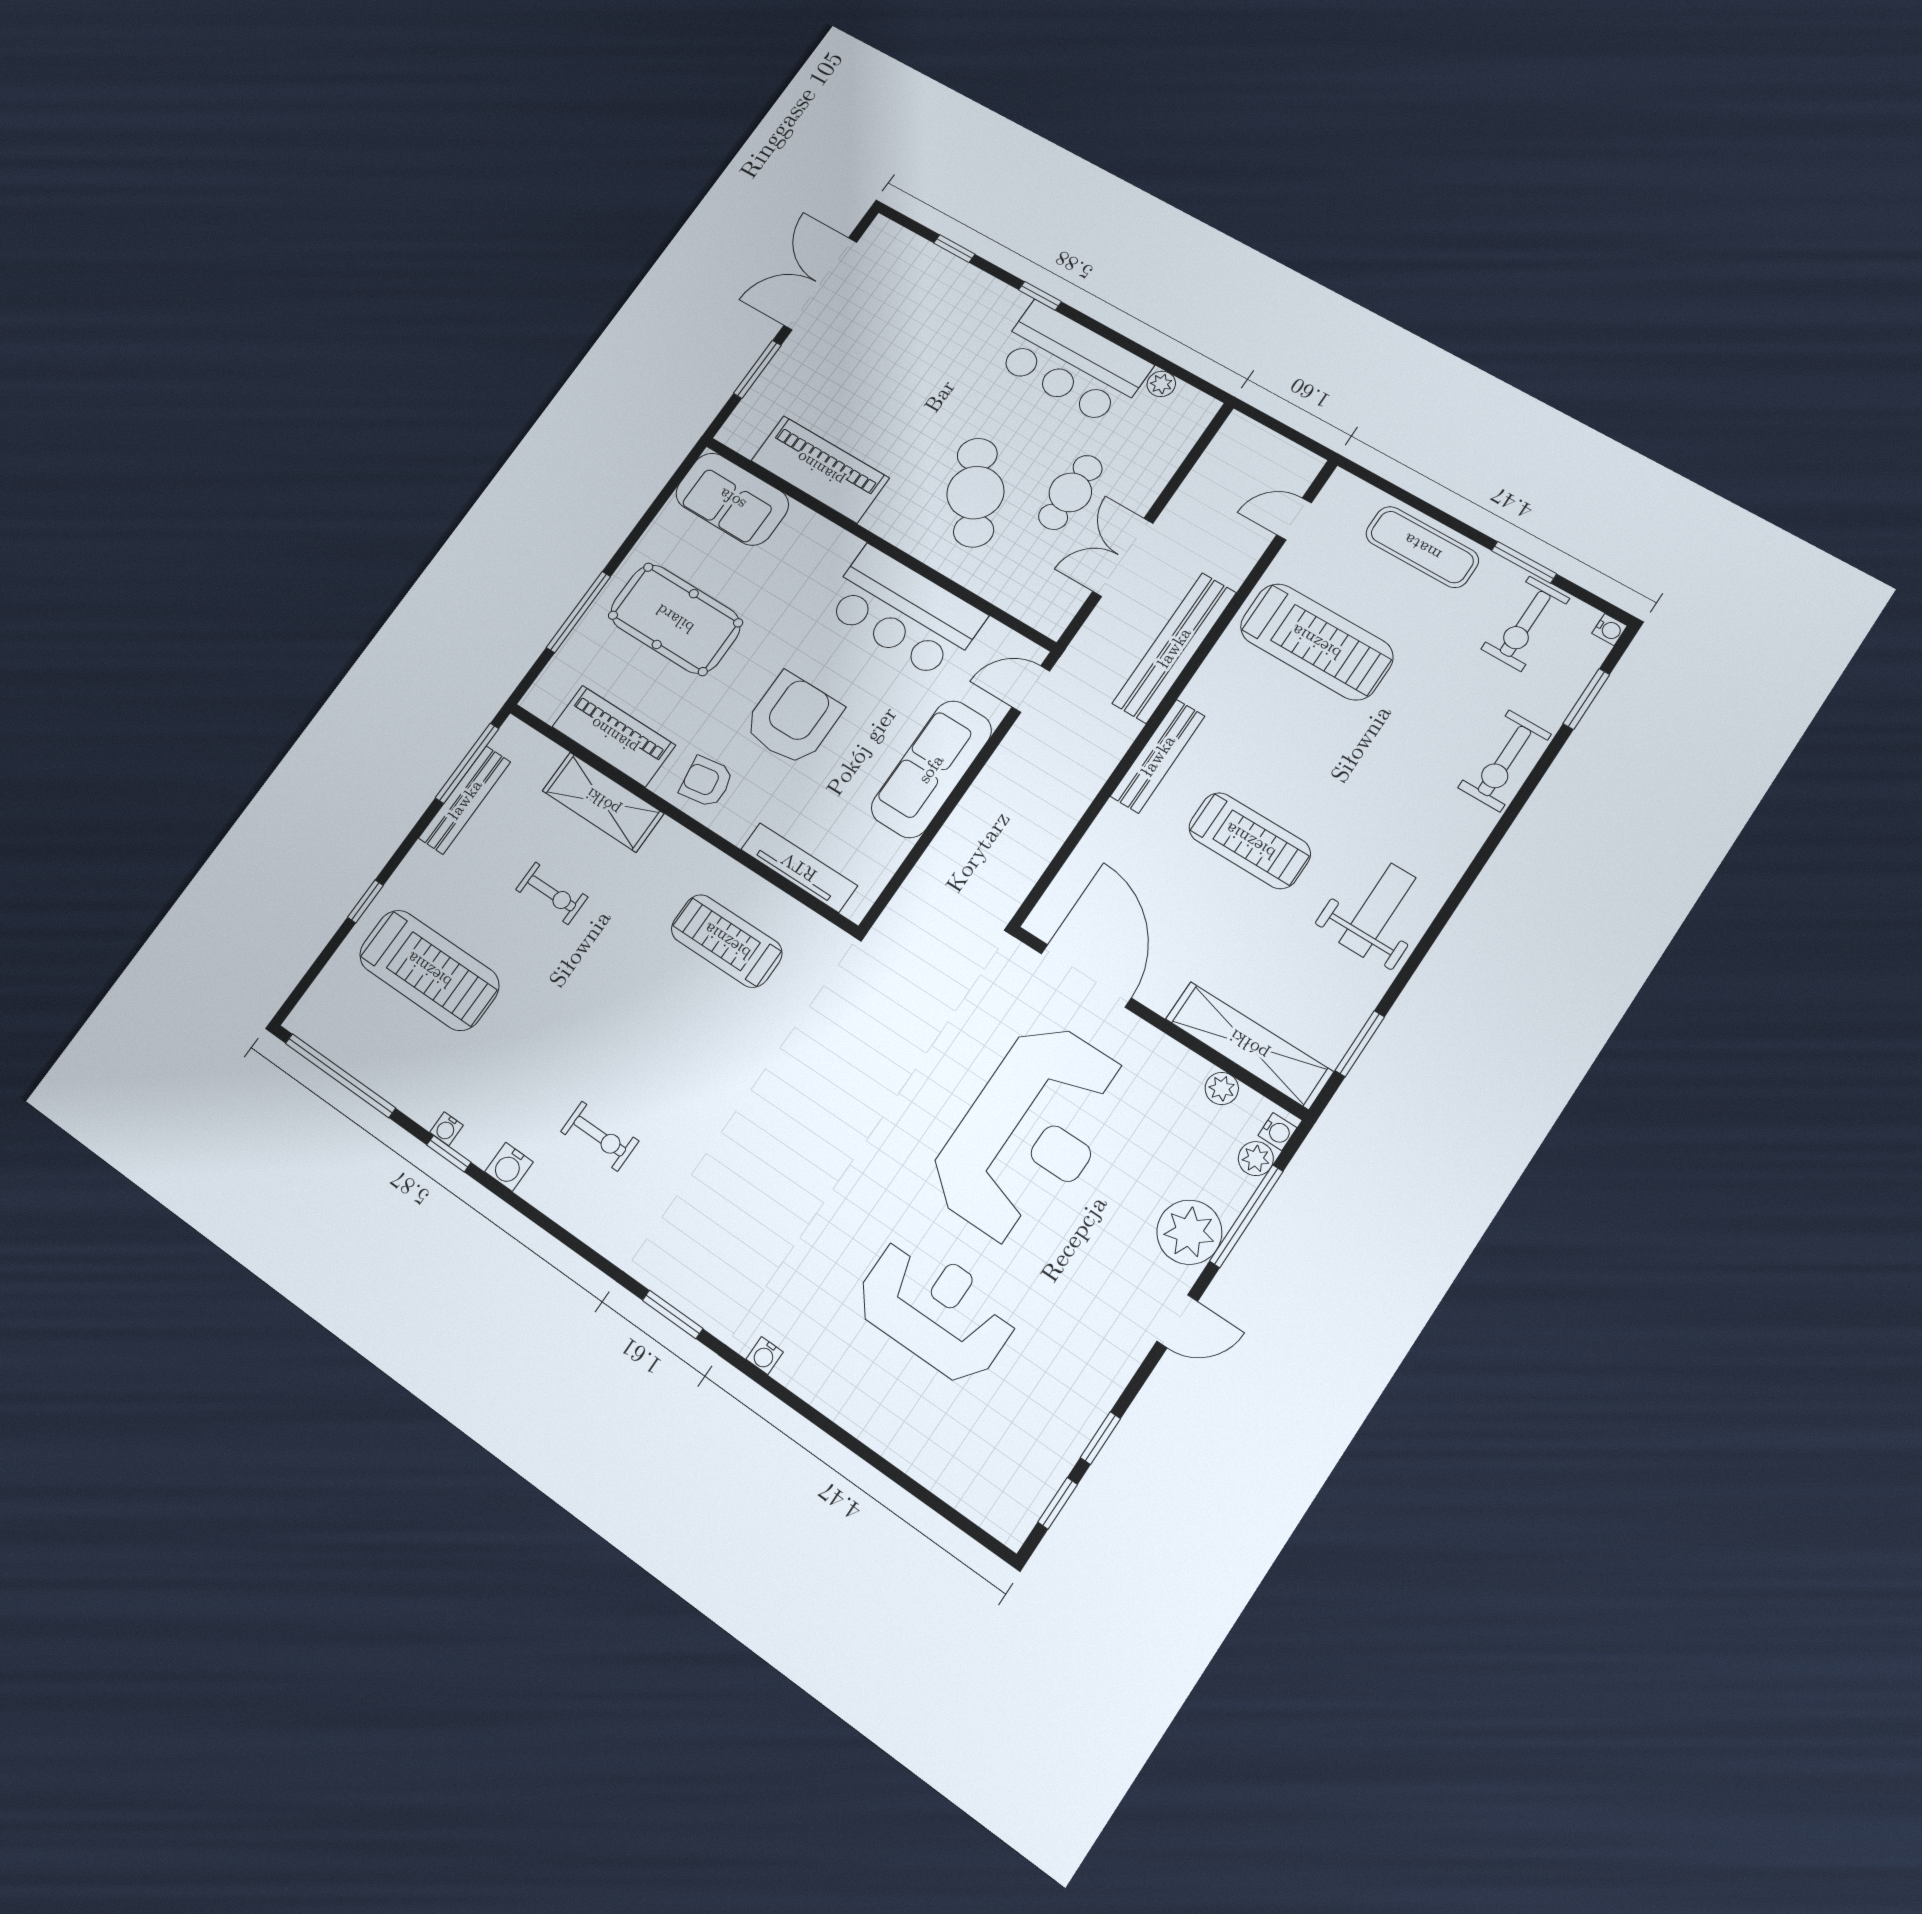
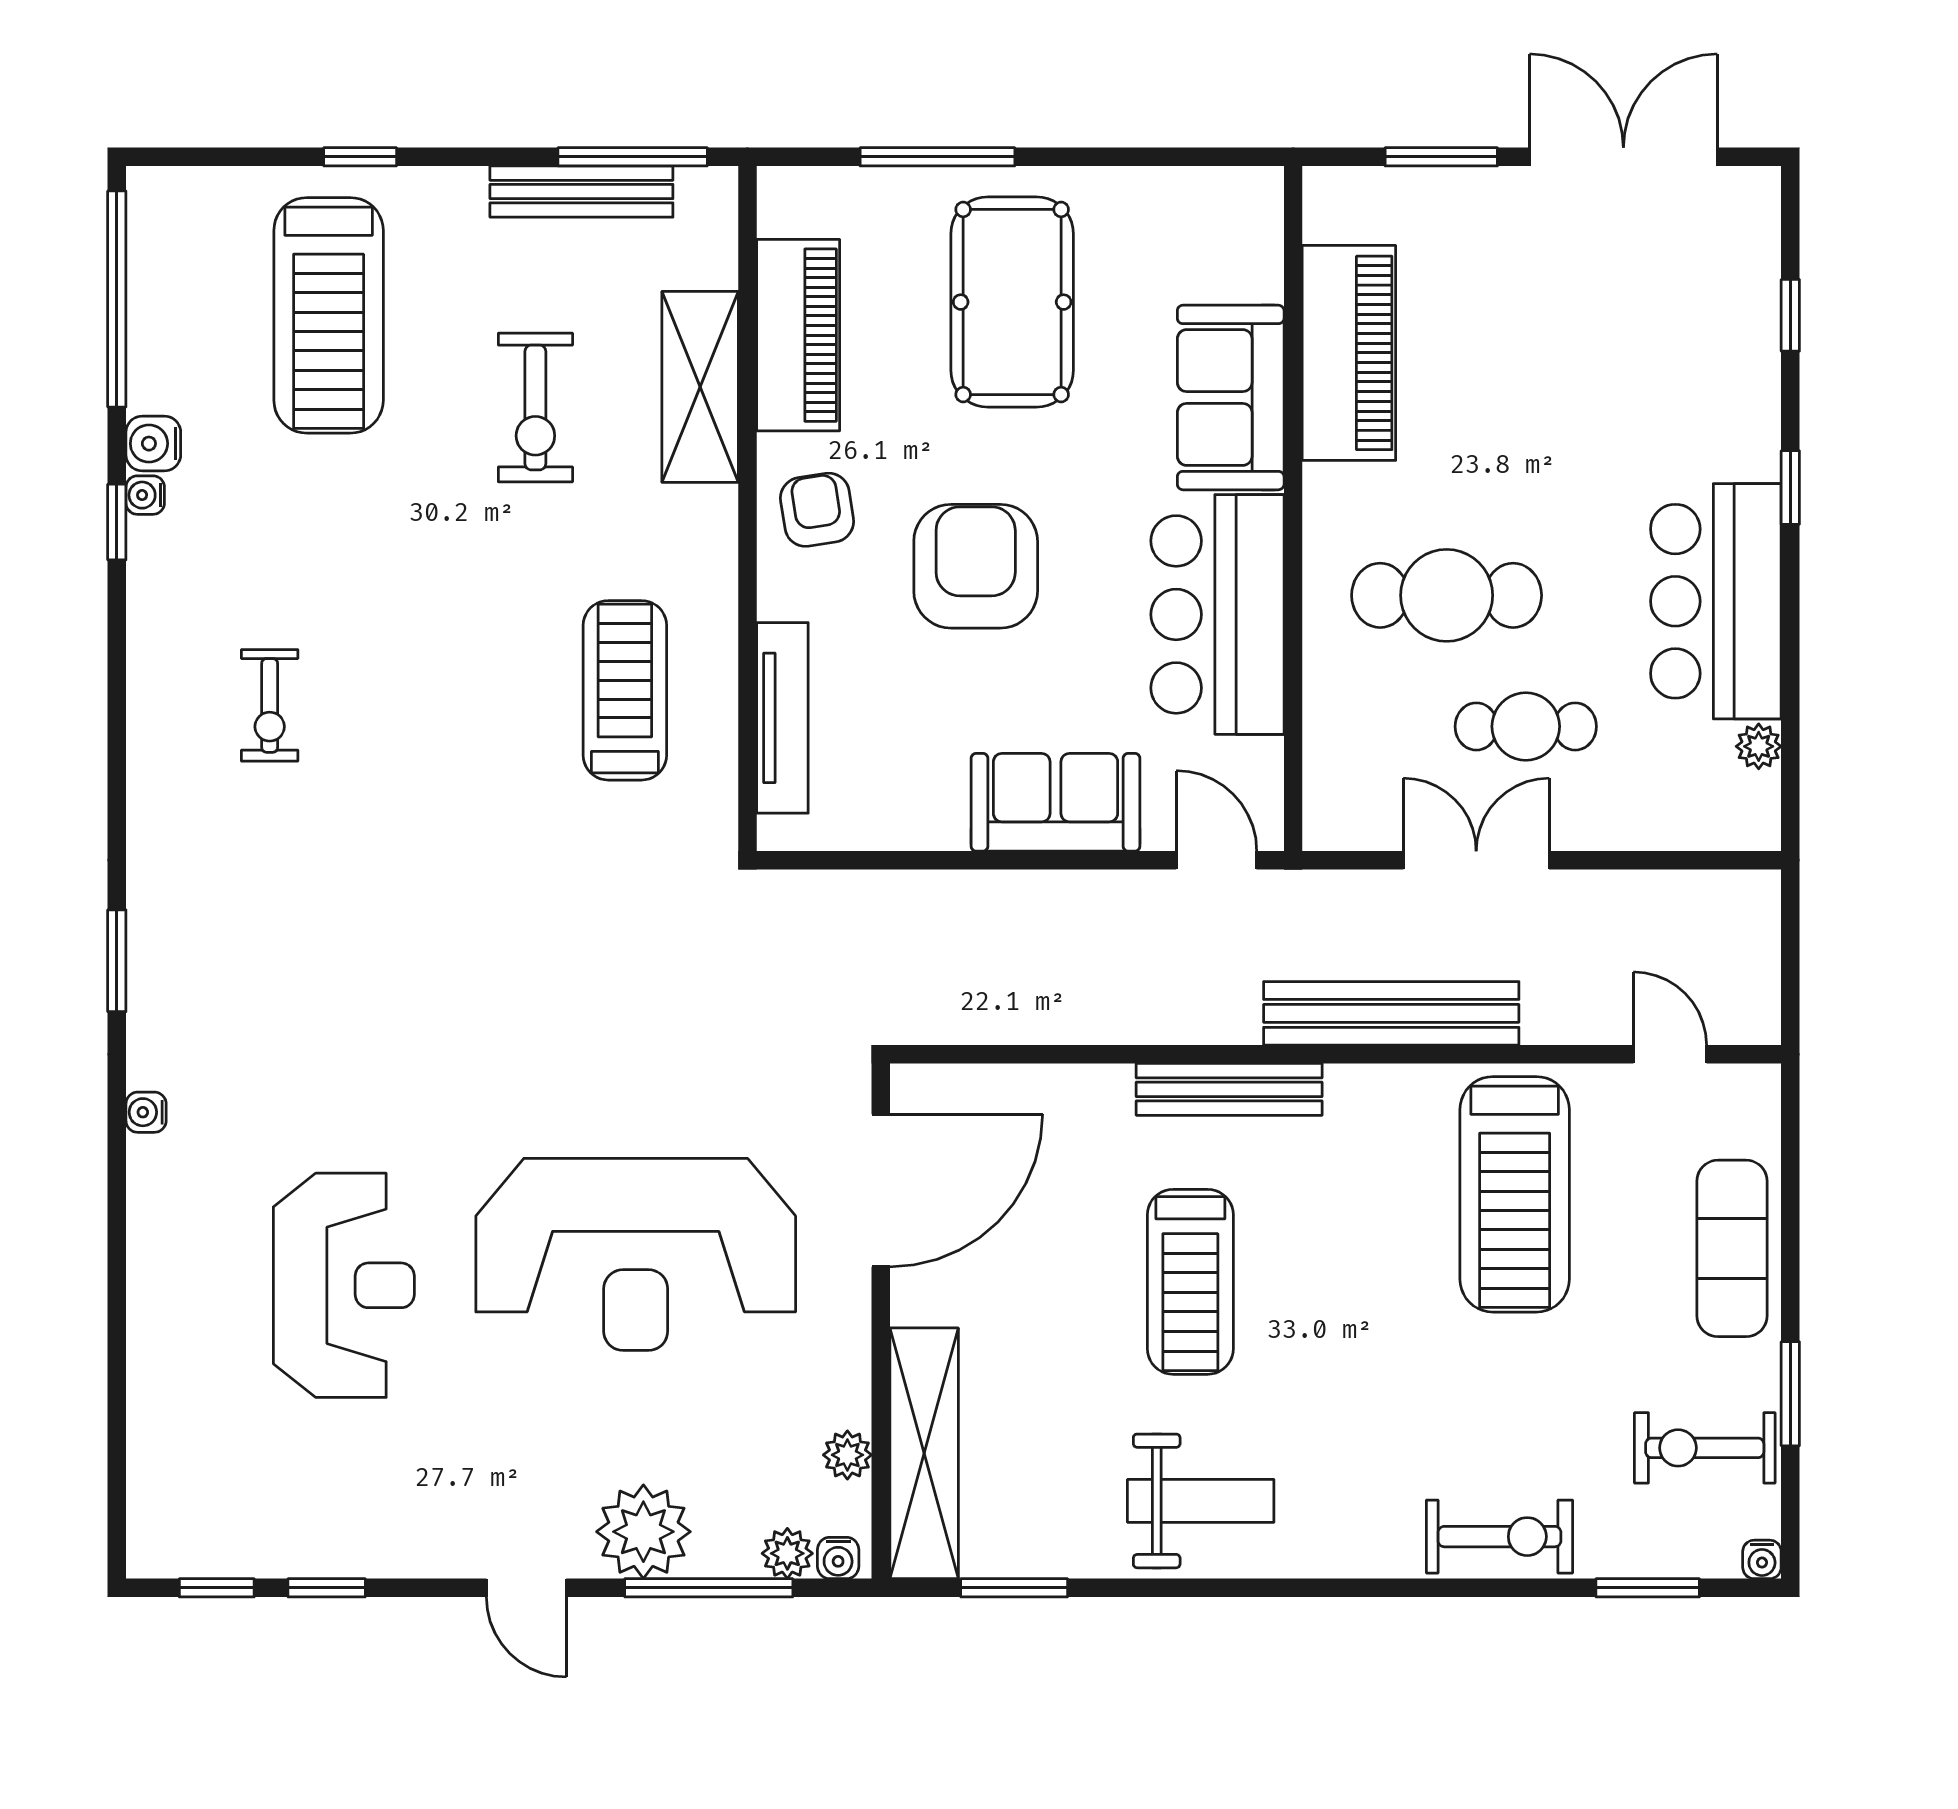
cafe table: (975, 493) -> (1447, 595), turned 32
sofa: (732, 499) -> (1231, 397), moved
armchair: (793, 719) -> (976, 566), turned -90
exercise bike: (1505, 761) -> (1499, 1537), turned 180
sofa: (931, 769) -> (1056, 802), width x0.73
exercise bike: (552, 893) -> (535, 408), width x1.38, depth x1.39
water cooler: (509, 1167) -> (153, 444), moved

